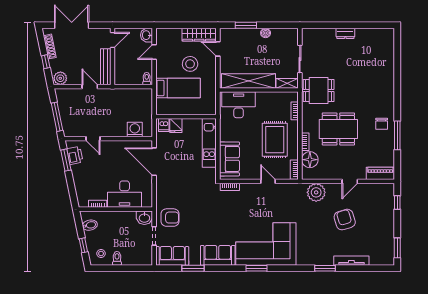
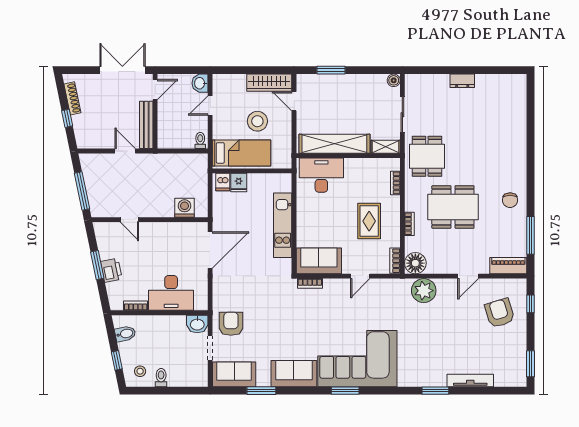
double door: (72, 25) -> (122, 70), moved
boiler: (266, 33) -> (394, 80), moved
plant: (60, 78) -> (86, 140), removed
dining table: (319, 91) -> (427, 156), turned 90
wall: (186, 117) -> (252, 171), moved
dishwasher: (164, 125) -> (223, 182), moved
fridge: (176, 125) -> (239, 183), moved
window: (397, 135) -> (531, 235), moved
rug: (275, 140) -> (369, 221), width x0.73, depth x0.70
printer: (75, 155) -> (111, 270), moved
sofa: (229, 159) -> (319, 261), moved, turned -90
window: (66, 160) -> (97, 265), moved
floor lamp: (310, 160) -> (415, 263), moved
door: (154, 162) -> (210, 250), swing flipped
door: (268, 181) -> (360, 276), swing flipped
armchair: (170, 218) -> (231, 324), turned -90
armchair: (345, 220) -> (500, 313), moved

